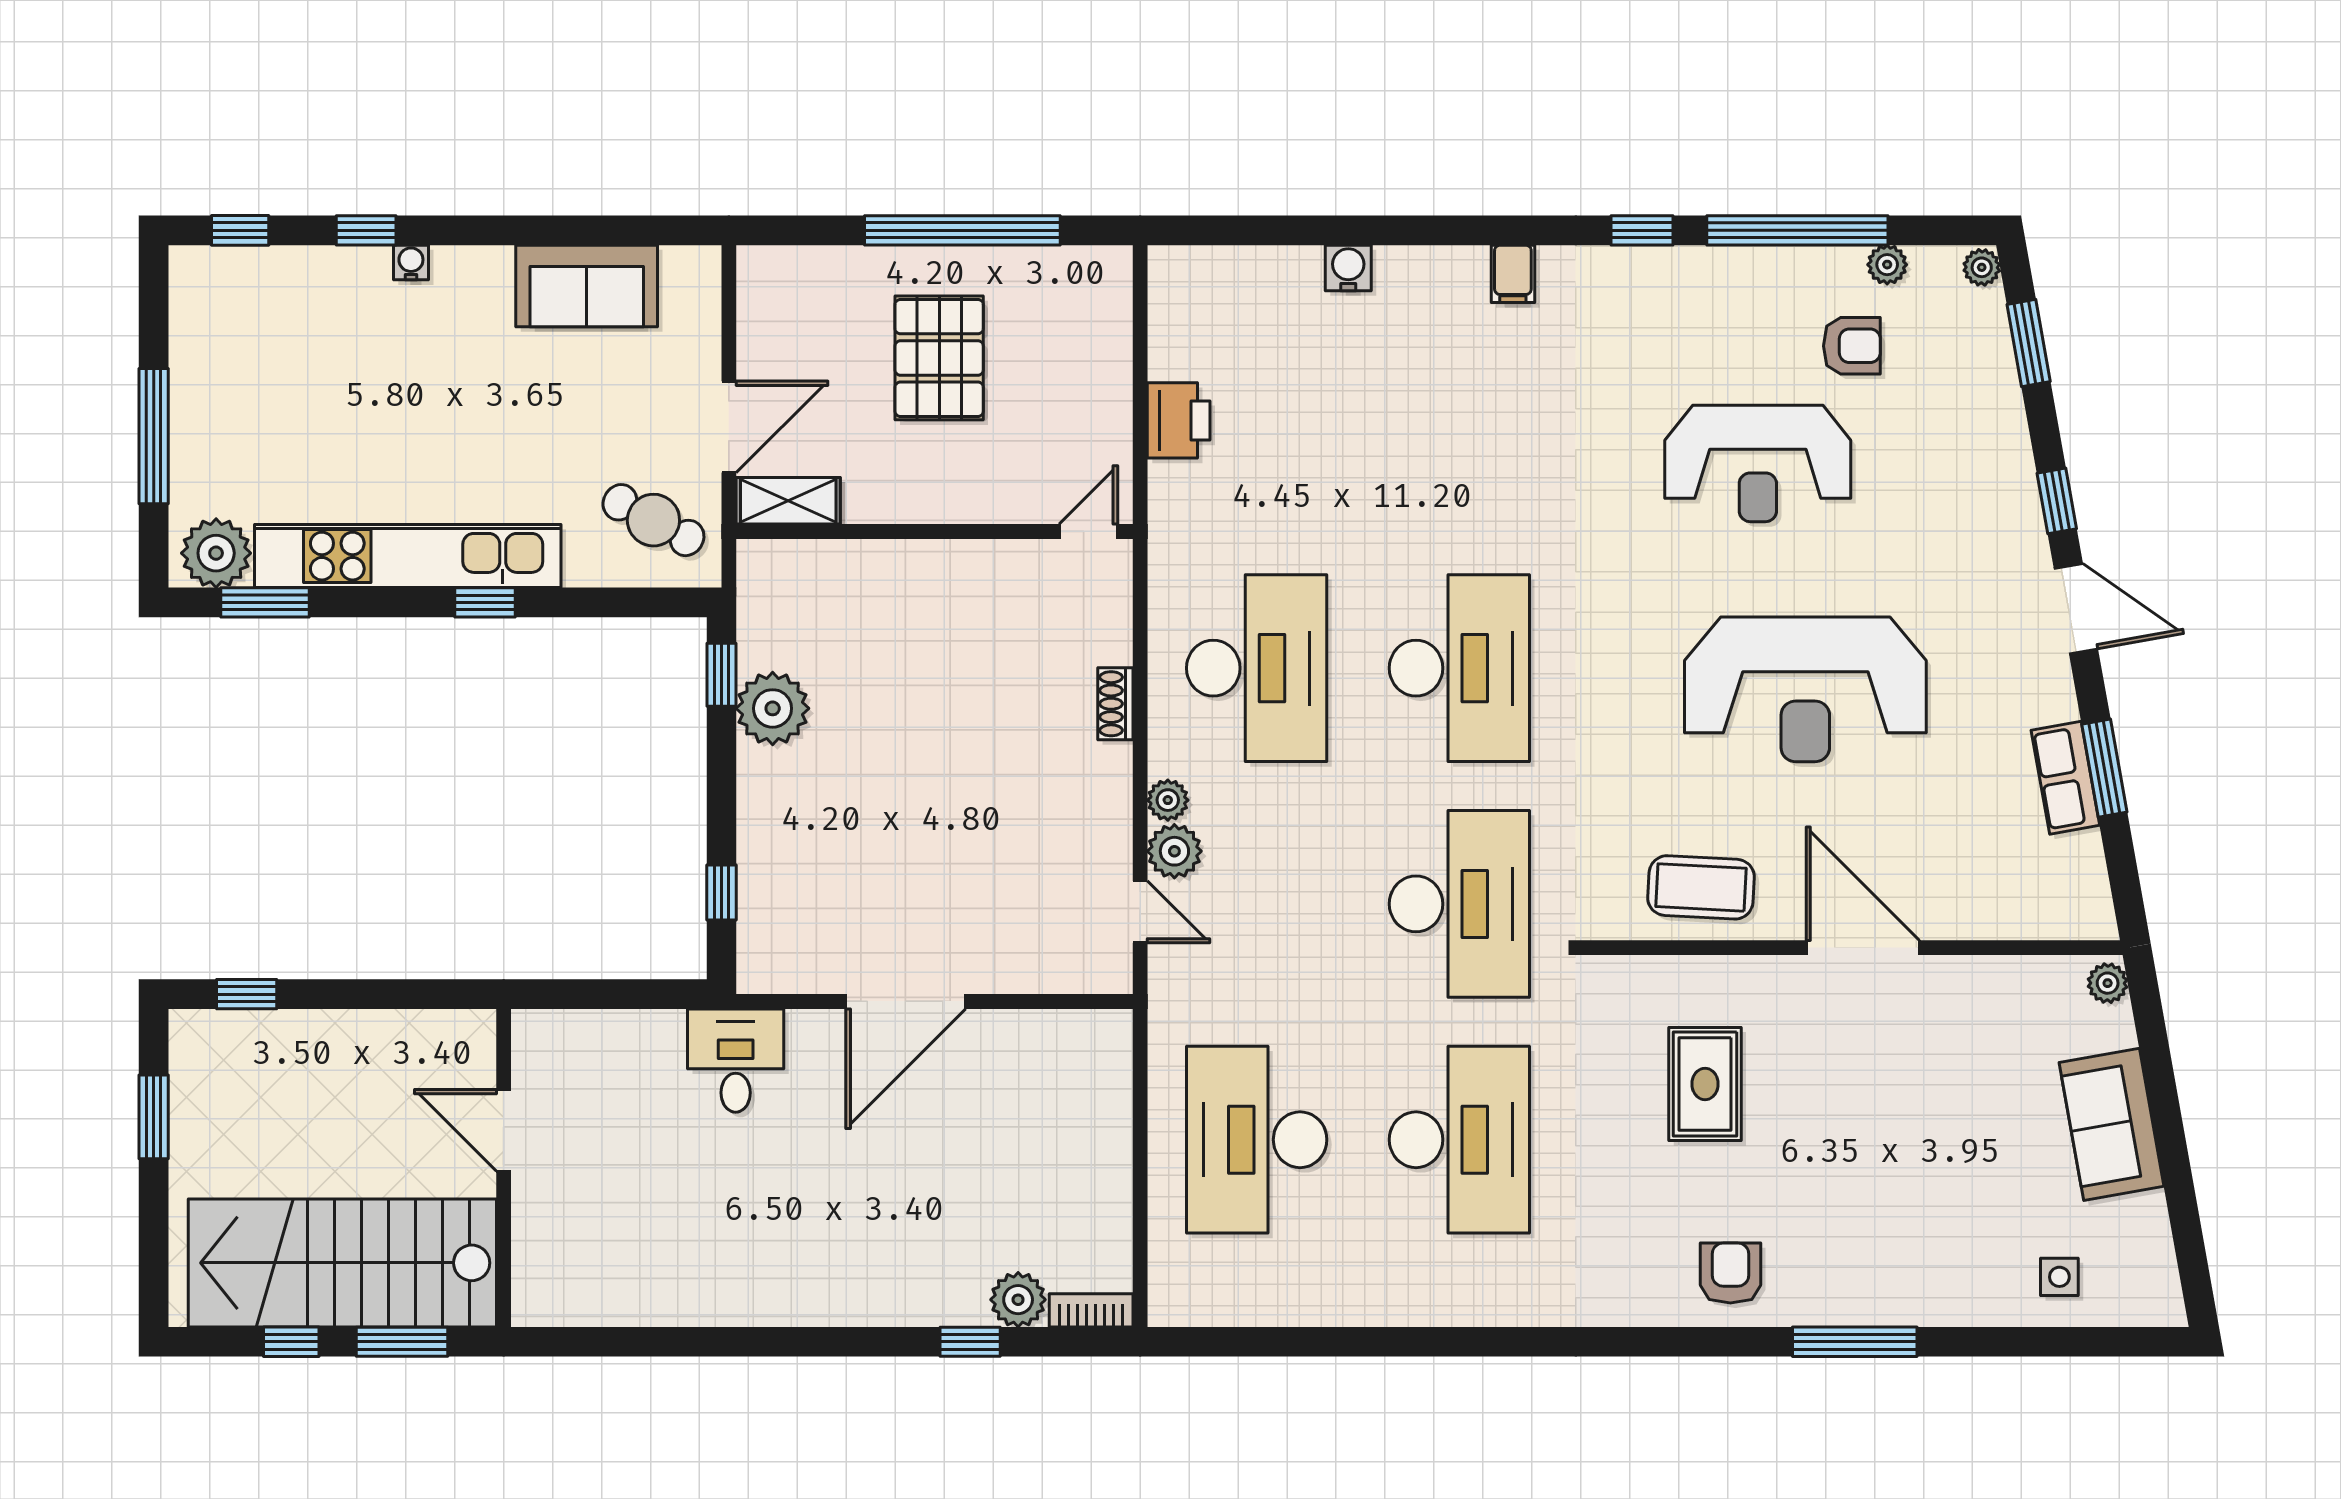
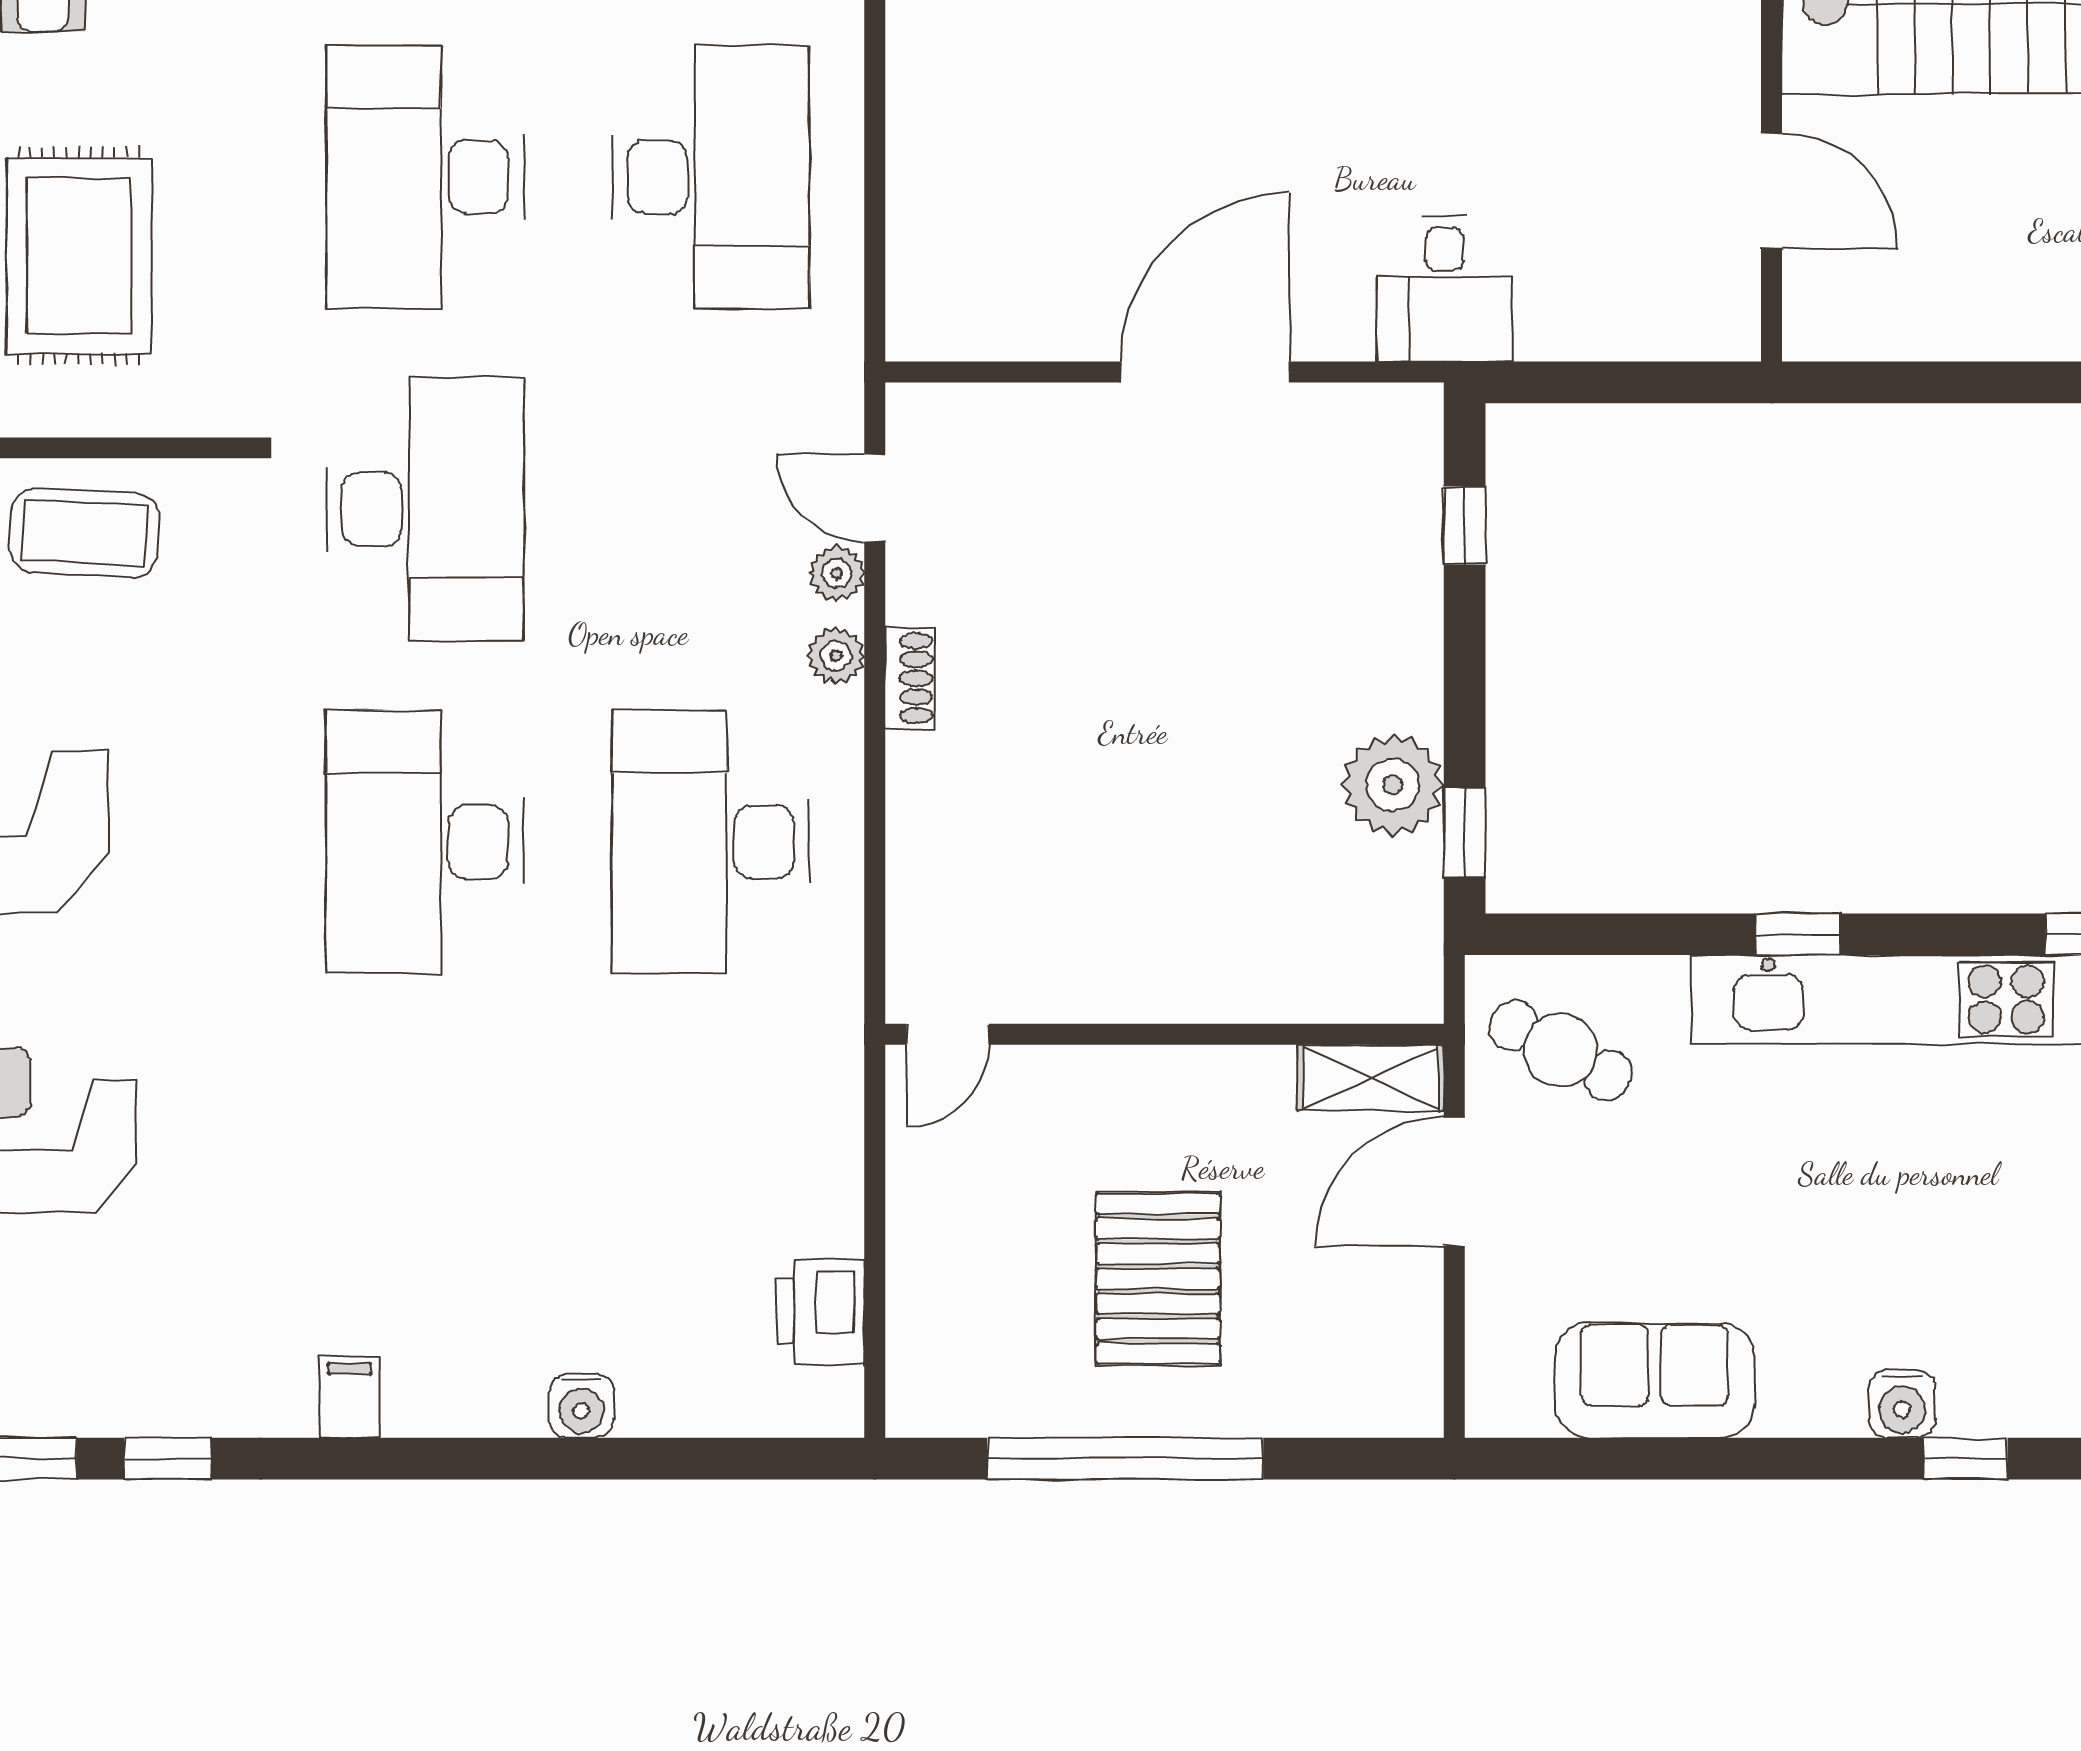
water cooler: (411, 262) -> (1902, 1404), width x1.38, depth x1.38
printer: (1179, 420) -> (820, 1312), moved
shoe rack: (1115, 704) -> (910, 678), moved
plant: (1174, 851) -> (837, 573), width x0.73, depth x0.73
desk: (1459, 904) -> (425, 509), turned 180
rug: (1705, 1084) -> (79, 256), width x1.36, depth x1.43

